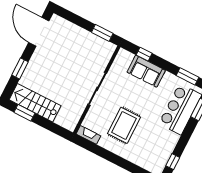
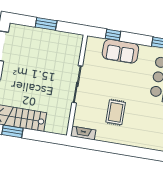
window: (102, 33) -> (46, 24), moved
rug: (124, 125) -> (116, 112), width x0.73, depth x0.70

